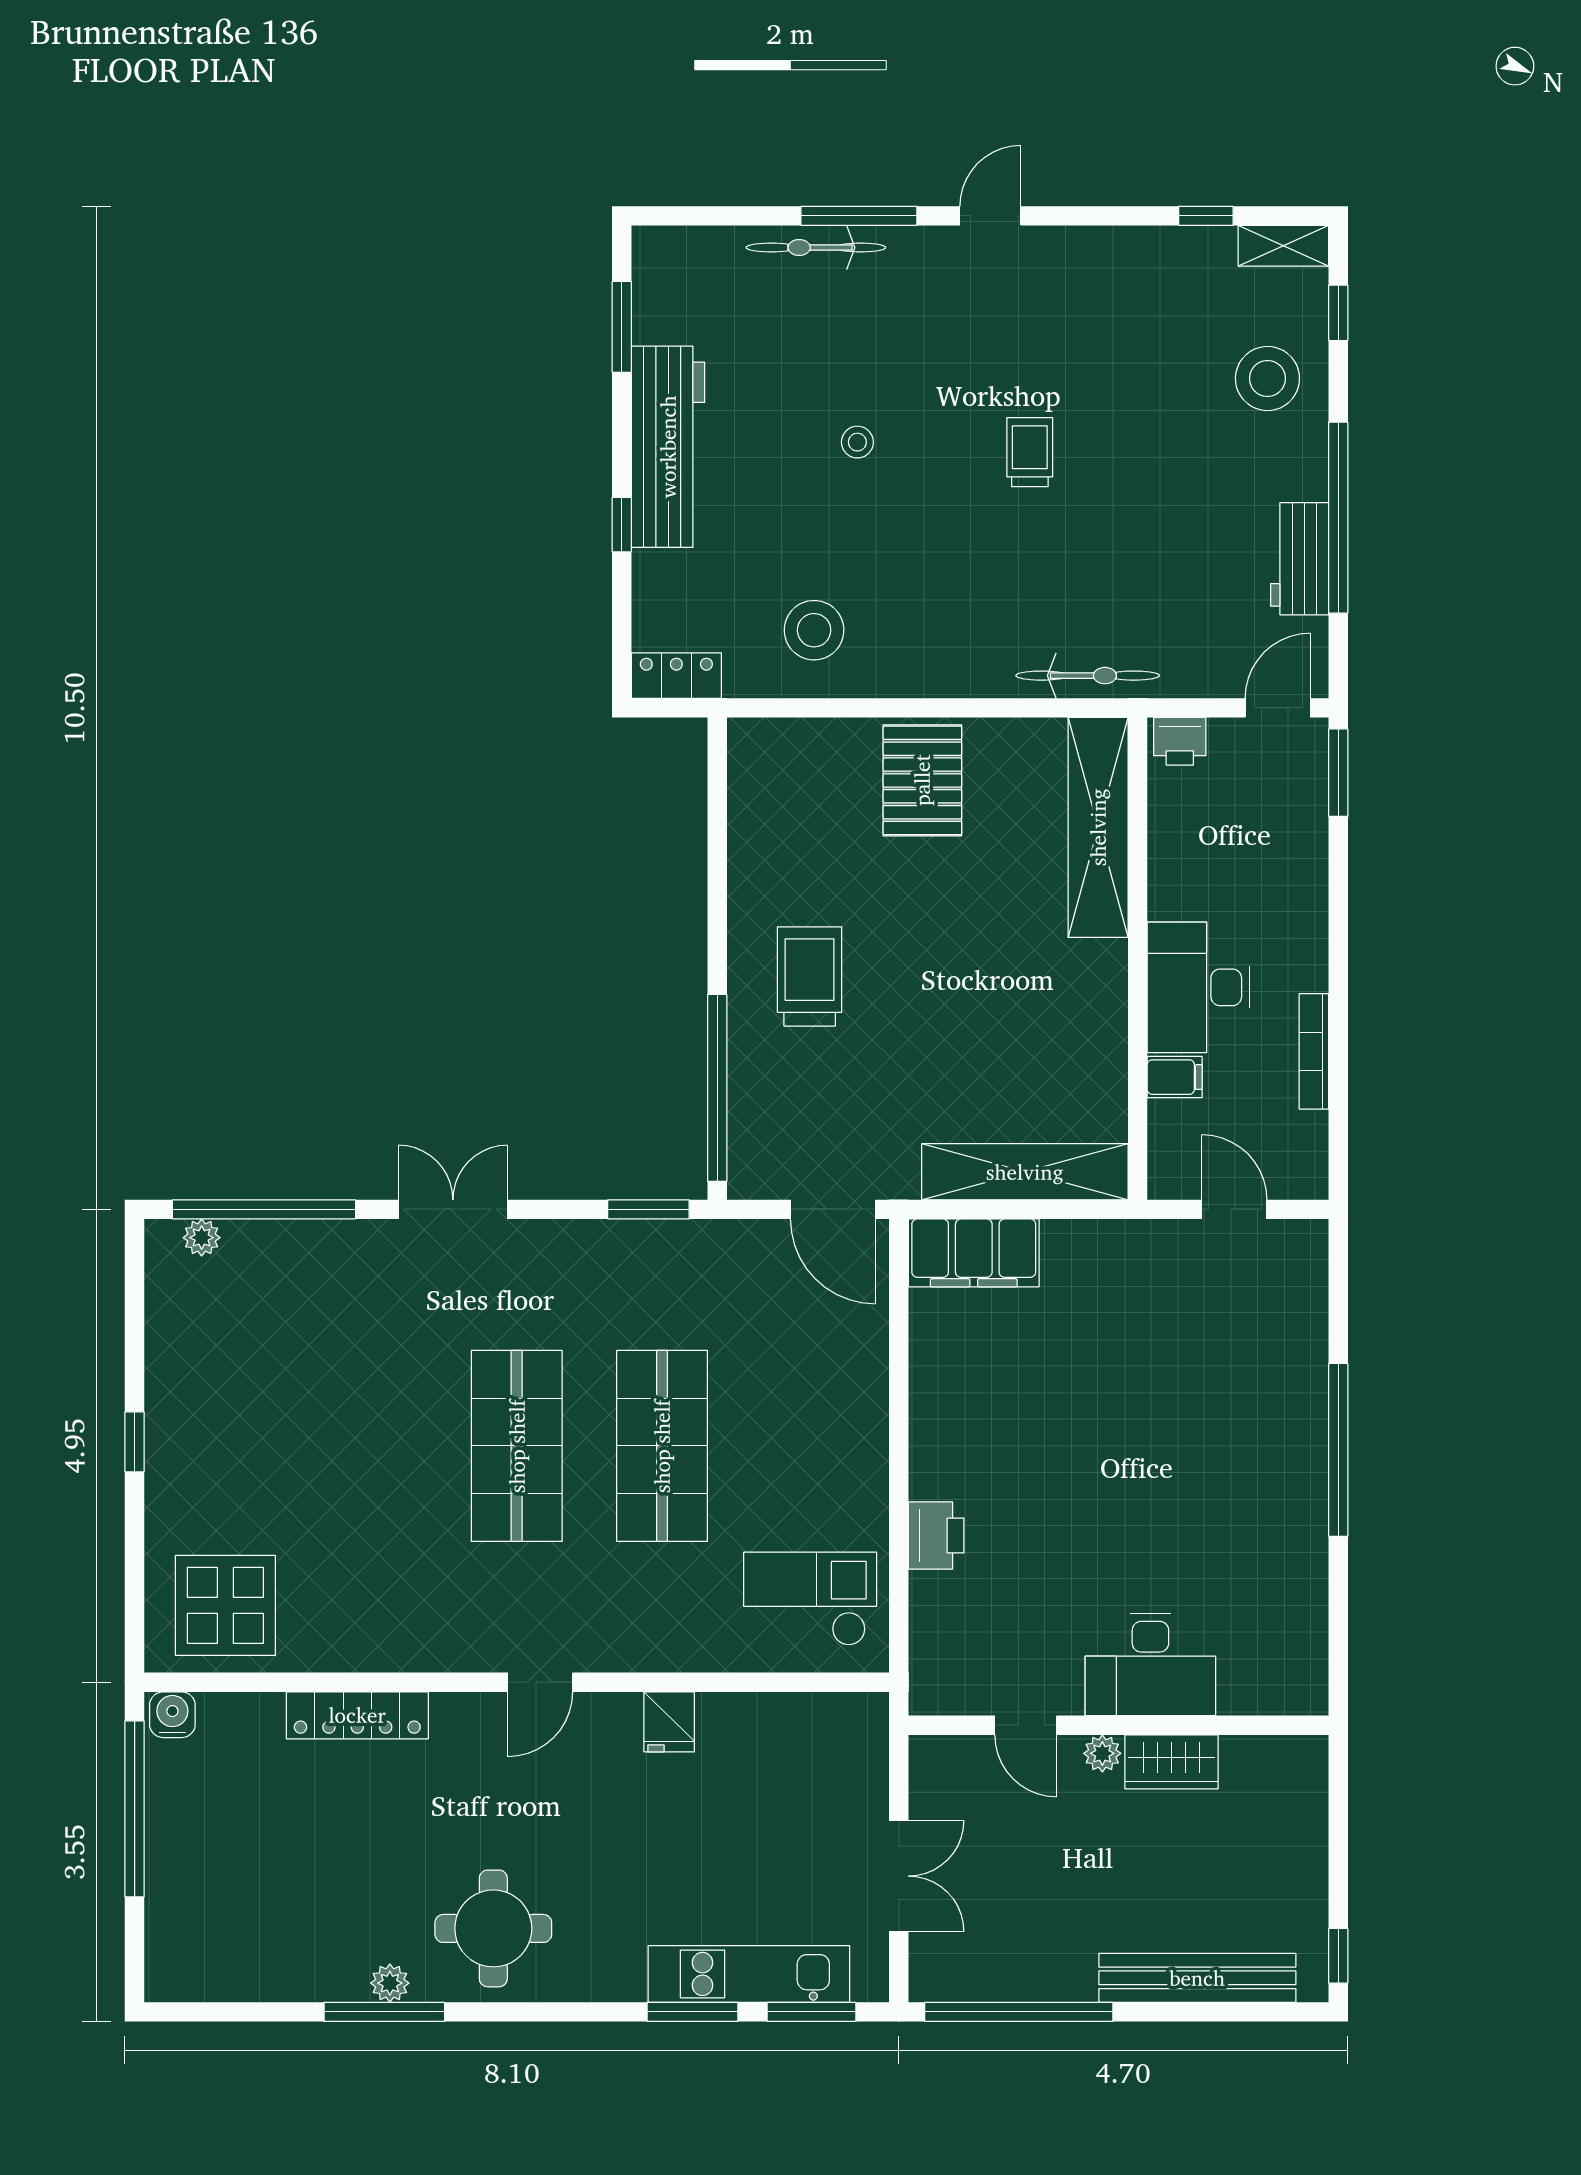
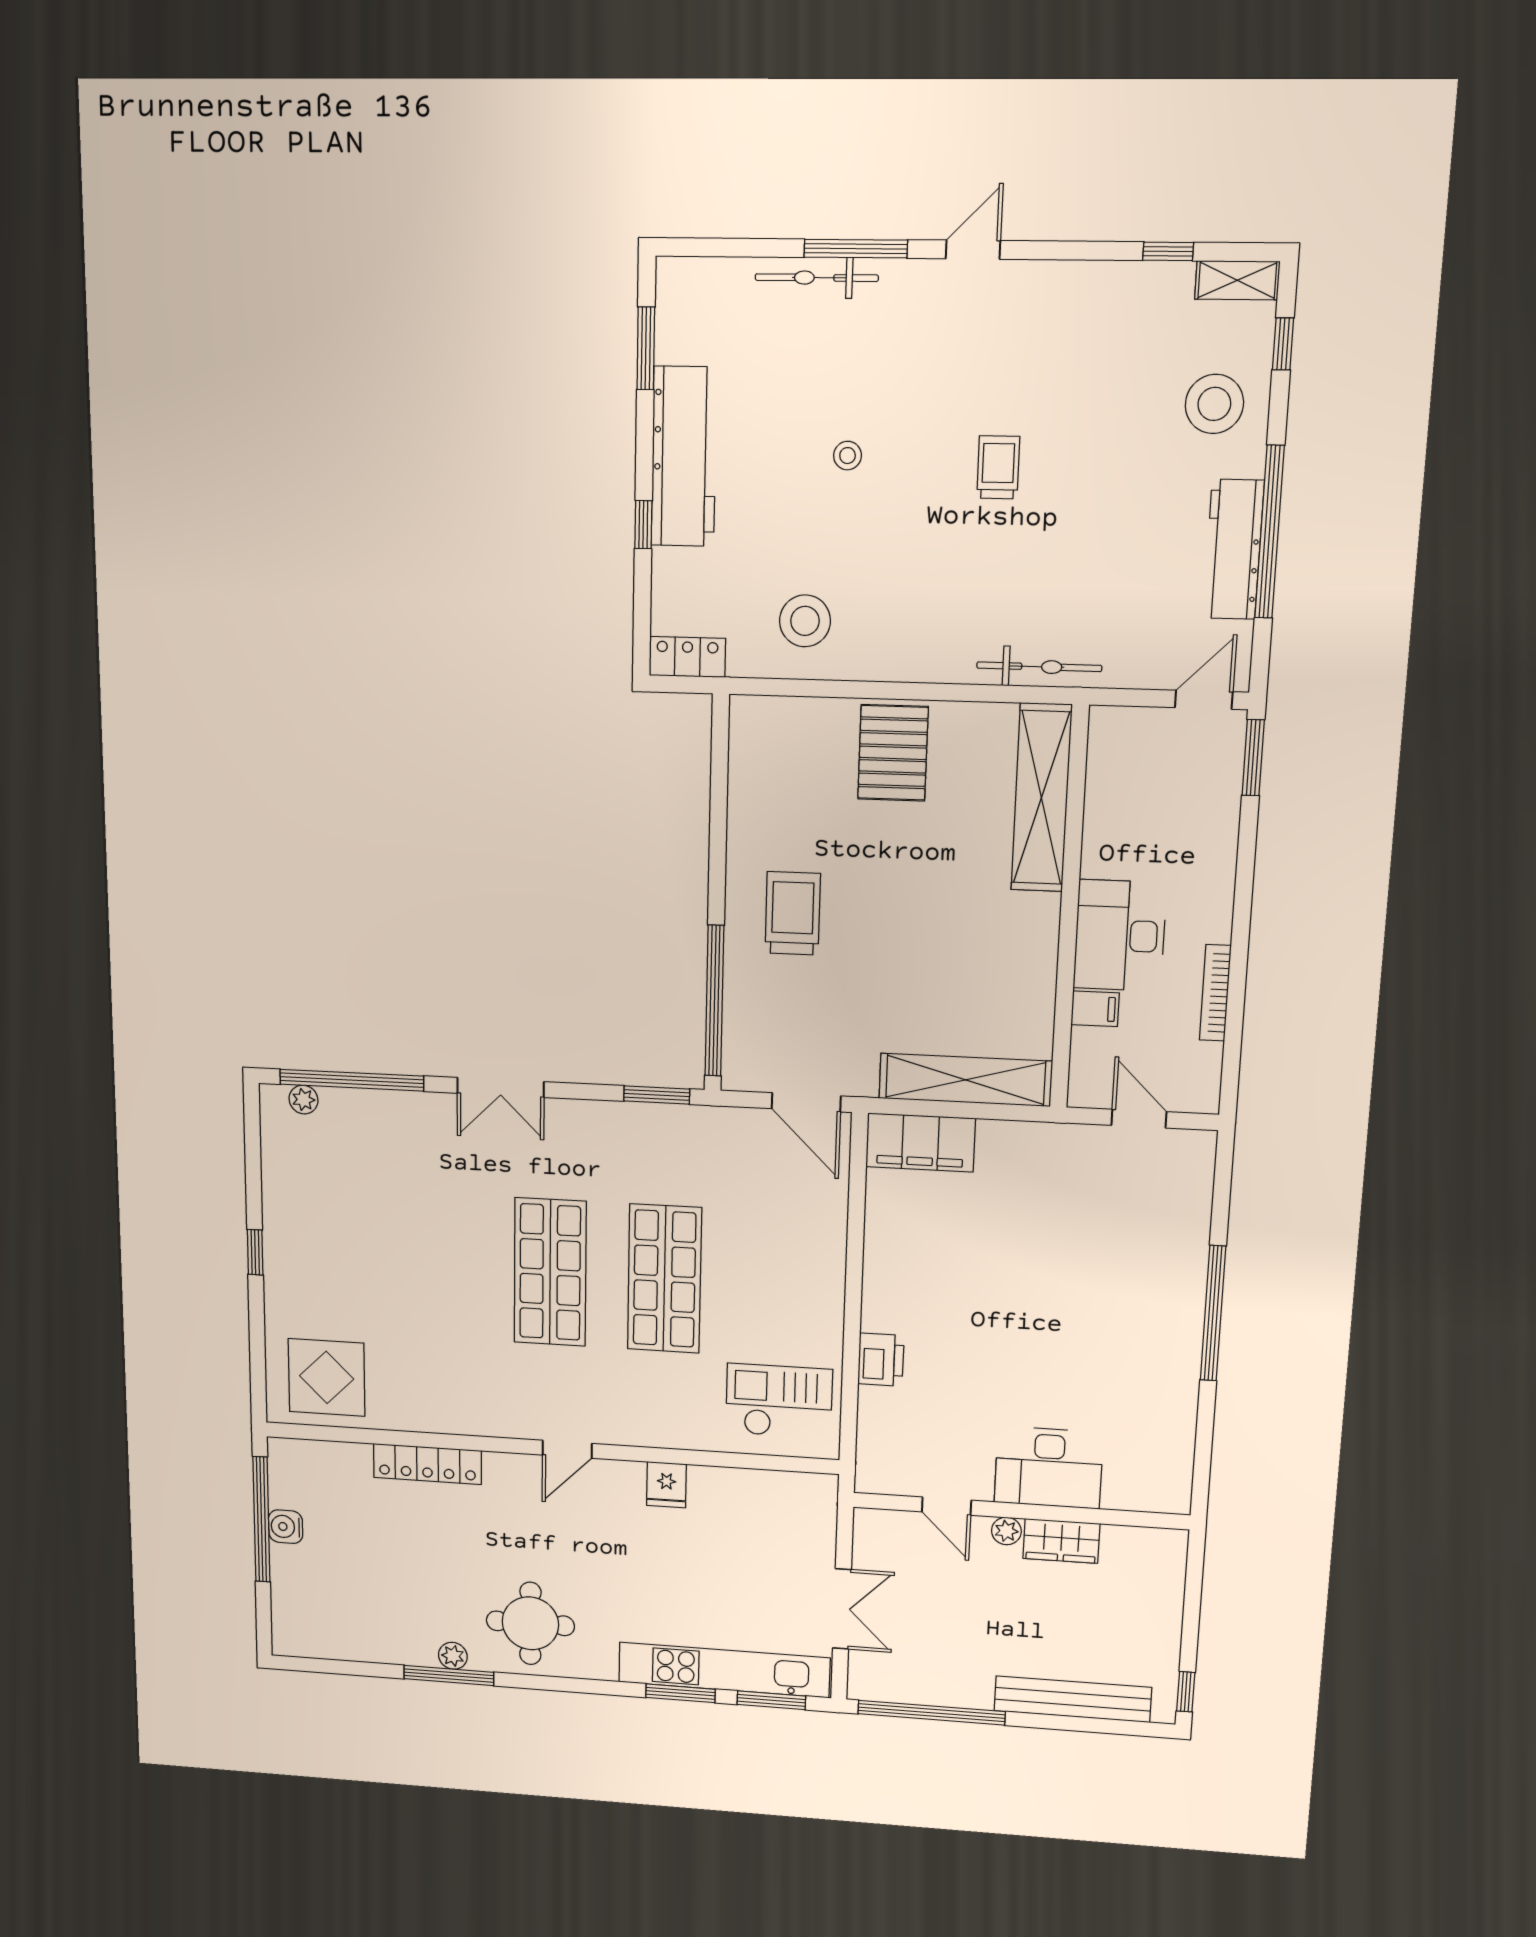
workbench: (1300, 559) -> (1234, 549), width x1.38
printer: (1180, 741) -> (1116, 726), removed
double door: (453, 1209) -> (501, 1087), swing flipped
water cooler: (172, 1715) -> (286, 1527), moved, turned -90
kitchen unit: (749, 1974) -> (724, 1670), width x1.36

